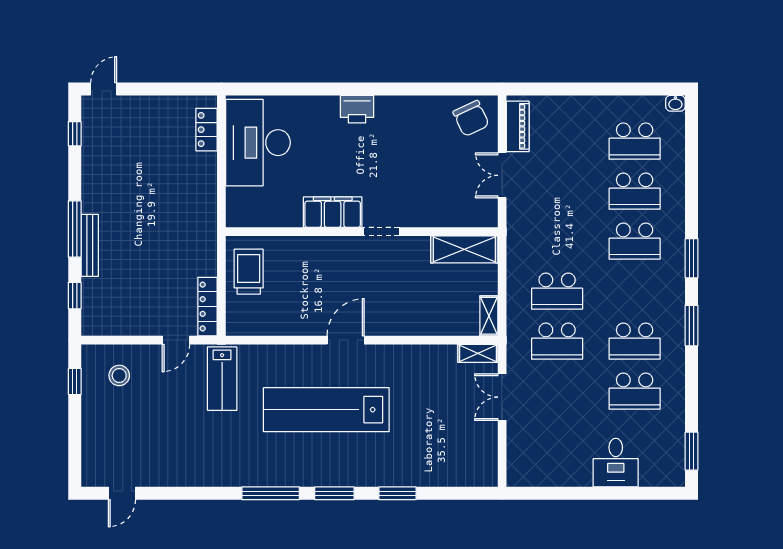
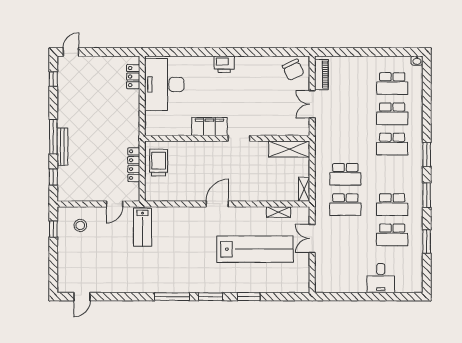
locker: (208, 307) -> (134, 165), moved
shelving: (478, 353) -> (279, 212), moved
lab bench: (326, 410) -> (255, 249), moved, turned 180
window: (692, 451) -> (427, 242), moved

